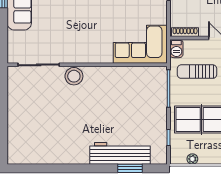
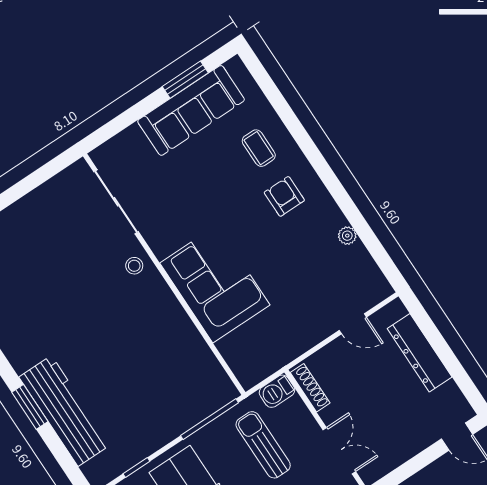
corner sofa: (140, 44) -> (215, 284), moved
stool: (74, 76) -> (134, 266), width x0.53, depth x0.53
window: (130, 168) -> (30, 407), moved

